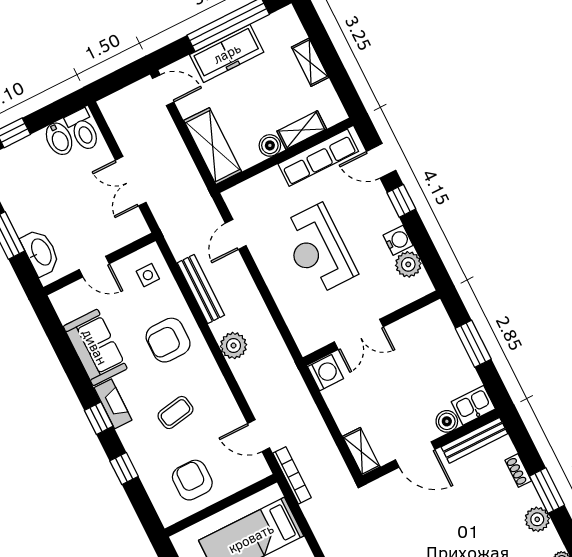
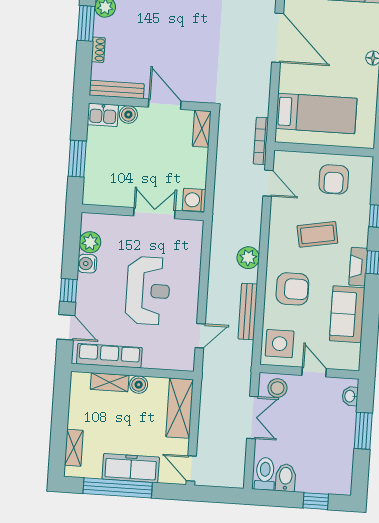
shelving: (310, 62) -> (74, 448), moved
stool: (123, 227) -> (277, 388), added
washbasin: (41, 252) -> (350, 396), width x0.52, depth x0.69
side table: (148, 275) -> (280, 344), width x1.87, depth x1.87
coffee table: (175, 413) -> (317, 234), width x1.36, depth x1.30

